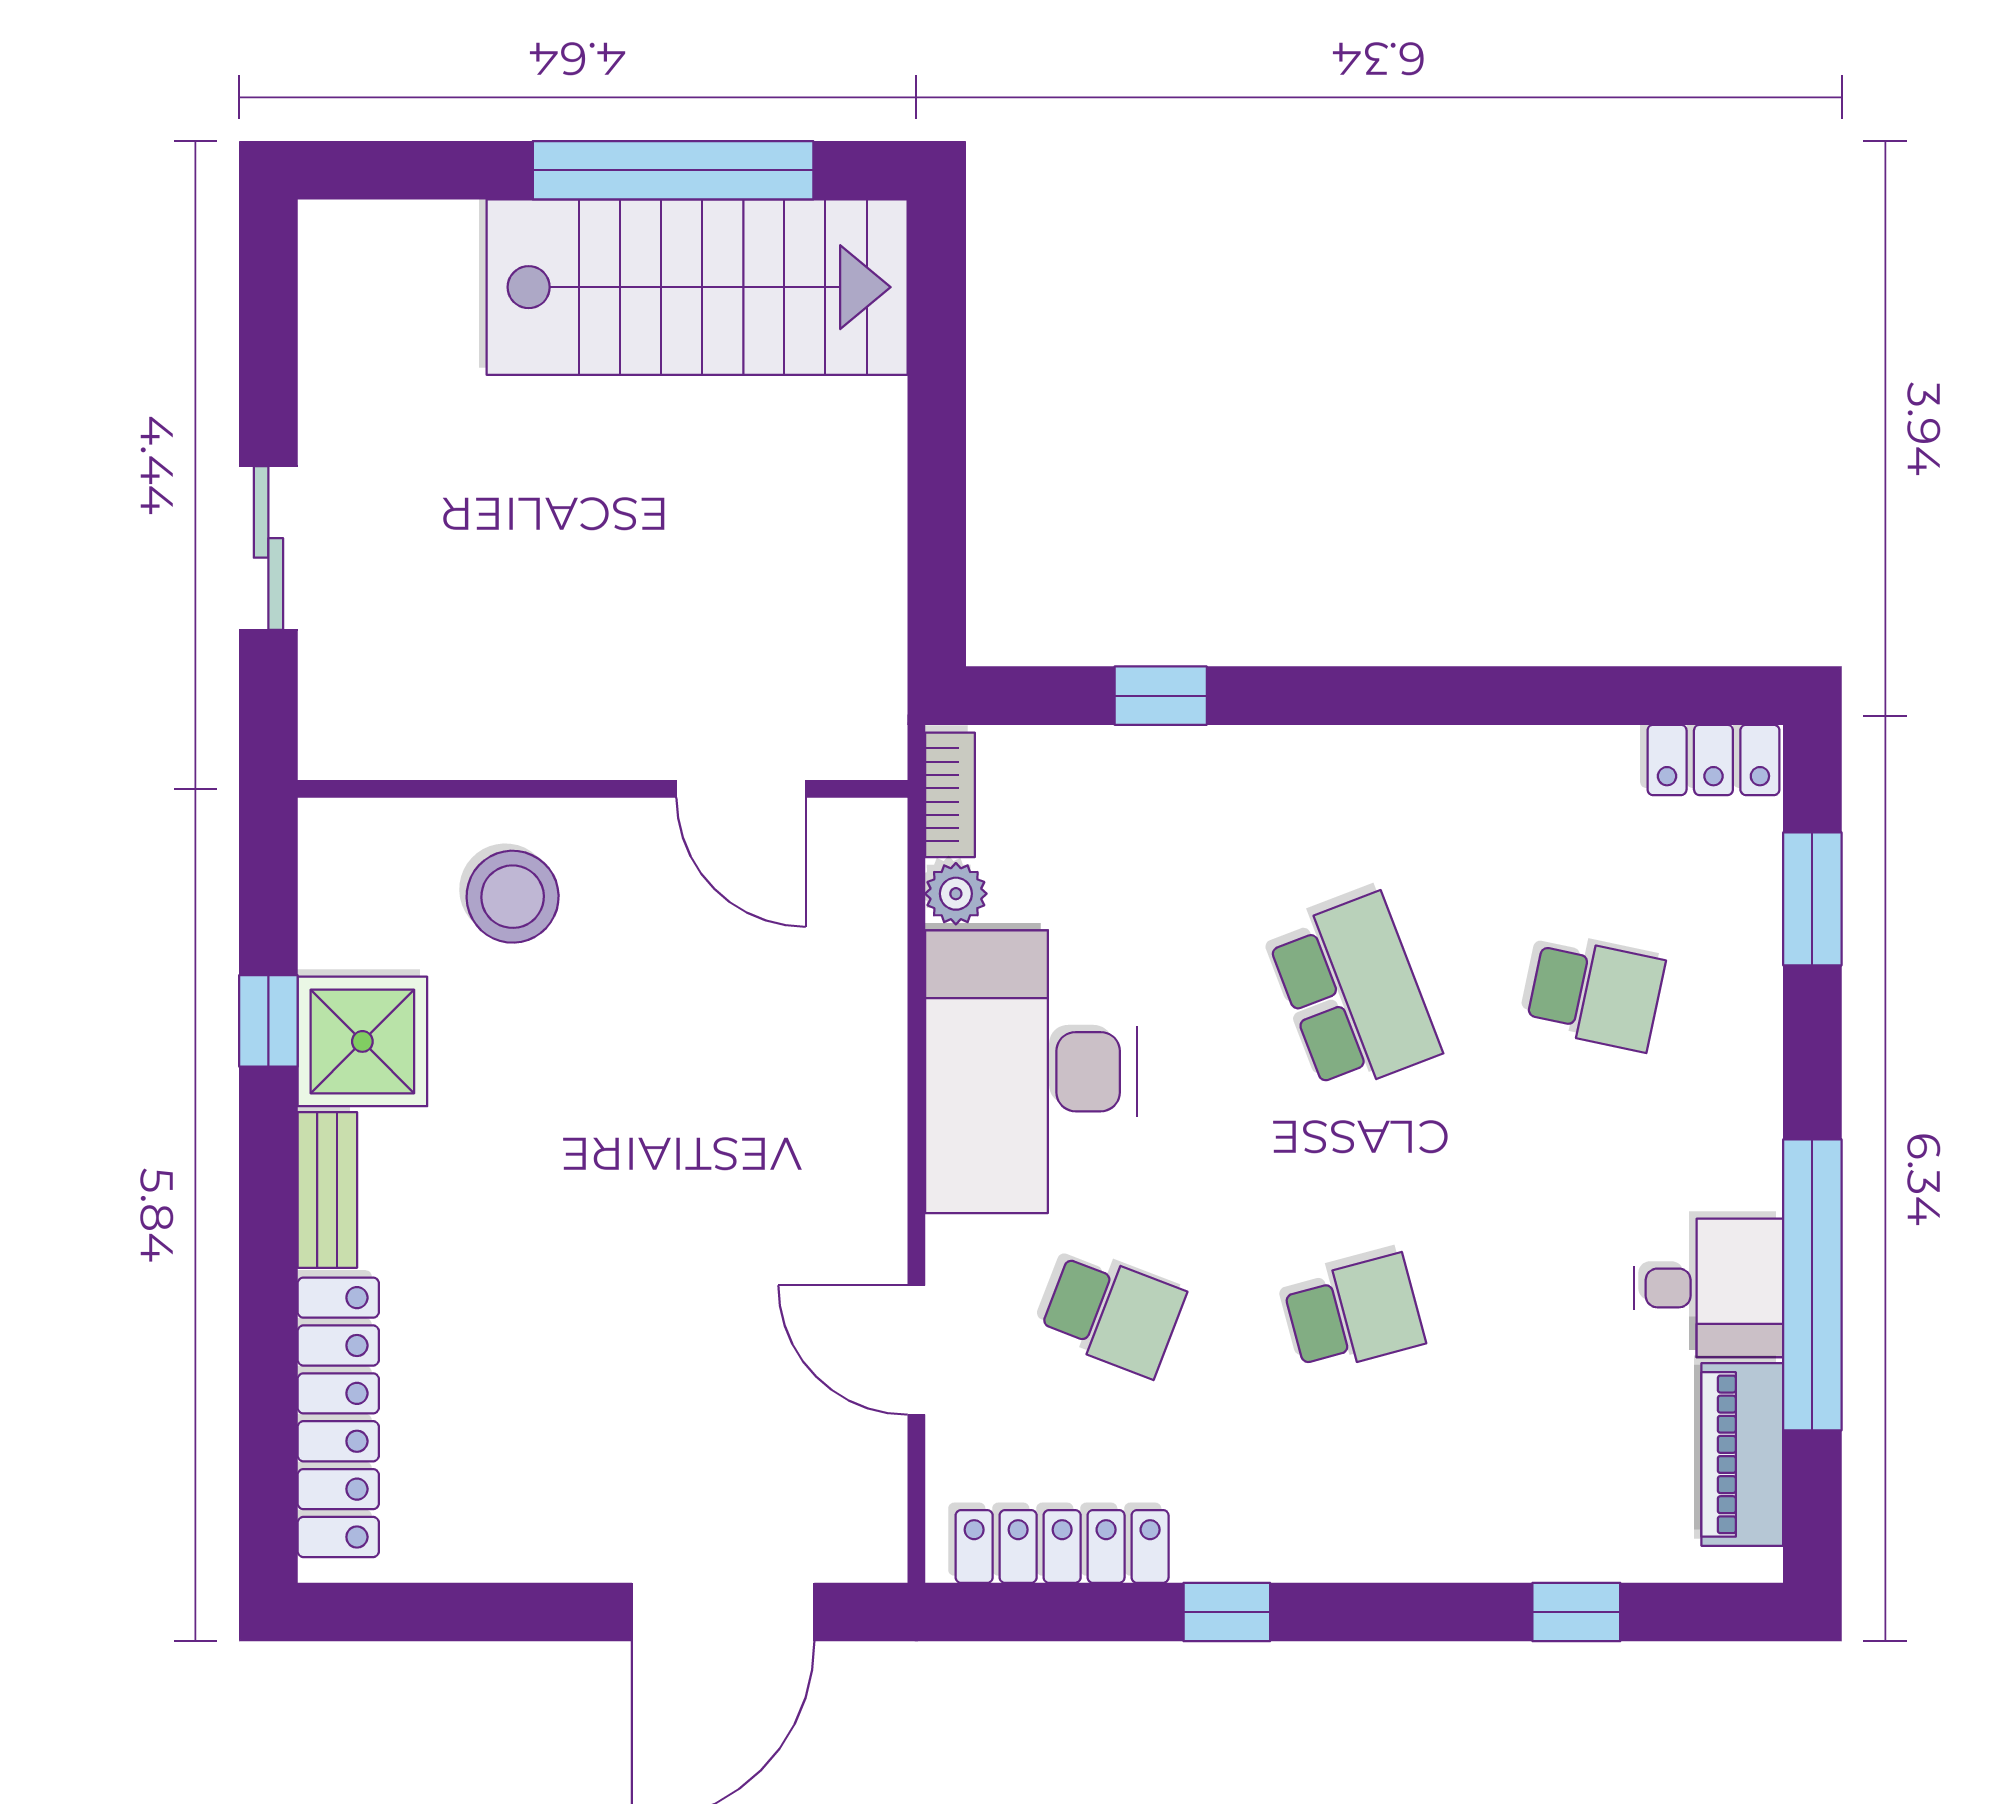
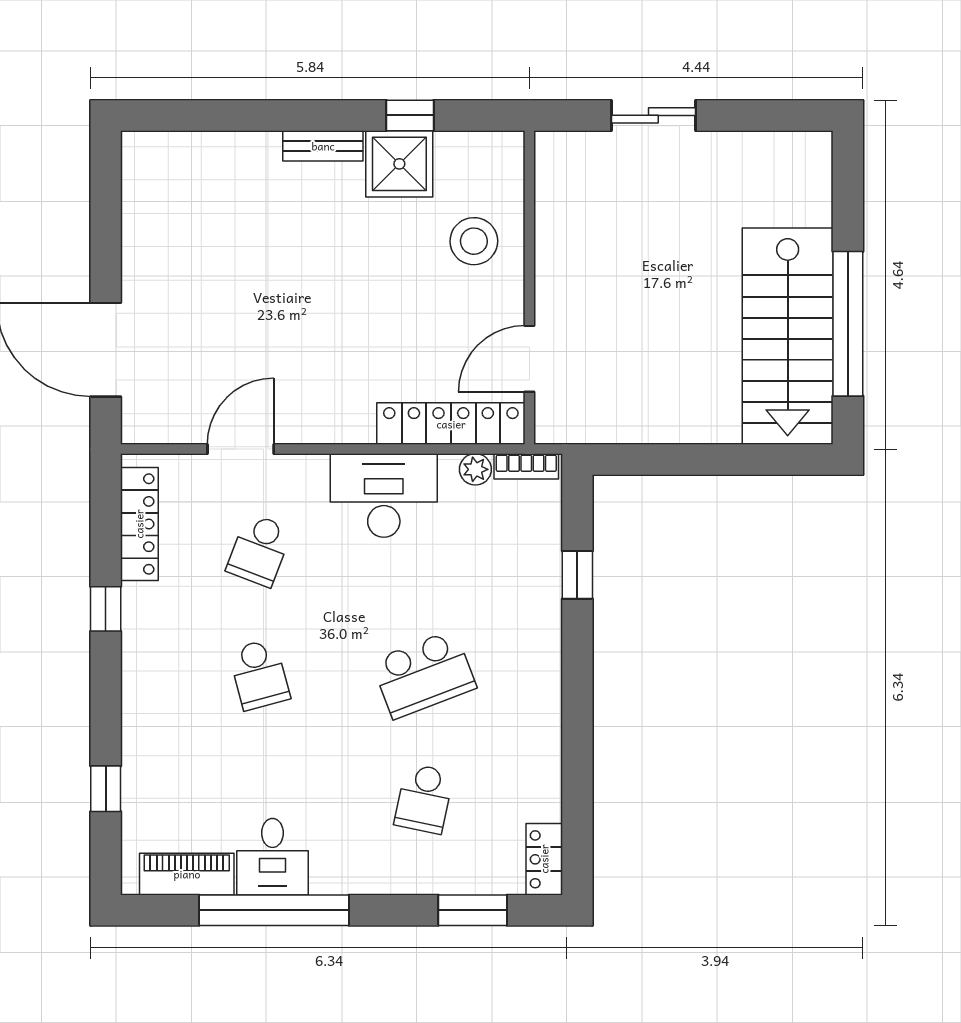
desk: (1031, 1072) -> (384, 495), width x0.73, depth x0.77
locker: (338, 1417) -> (451, 424), moved, turned 180

